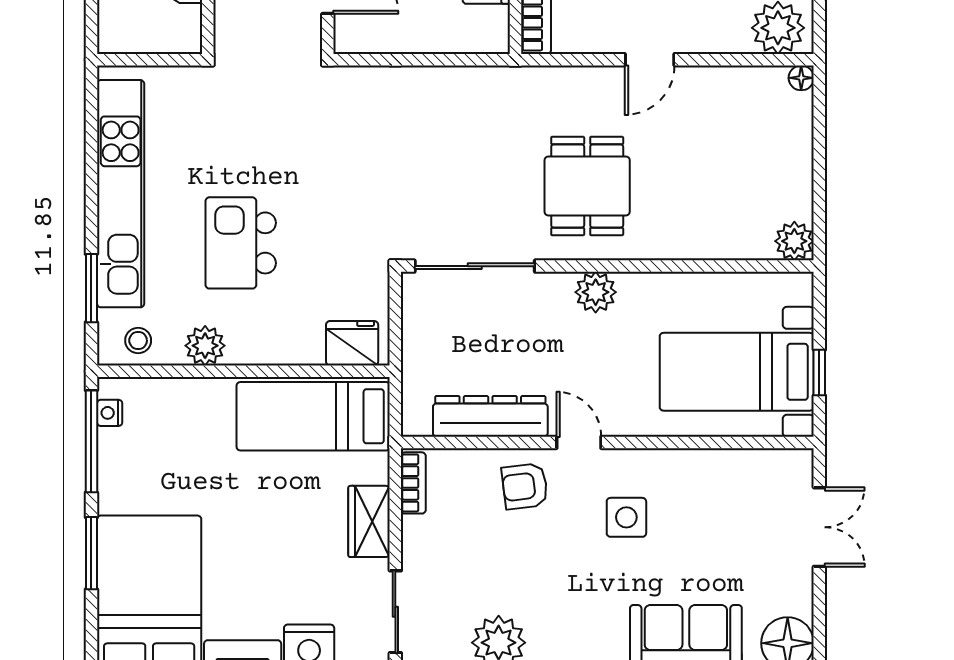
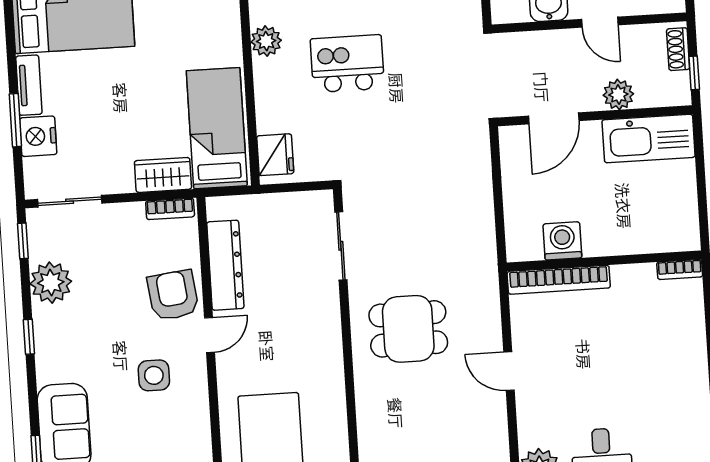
sliding door: (475, 266) -> (341, 246), width x0.73
plant: (596, 292) -> (327, 341), removed
armchair: (525, 486) -> (173, 295), width x1.38, depth x1.38
wardrobe: (369, 521) -> (163, 175), moved

